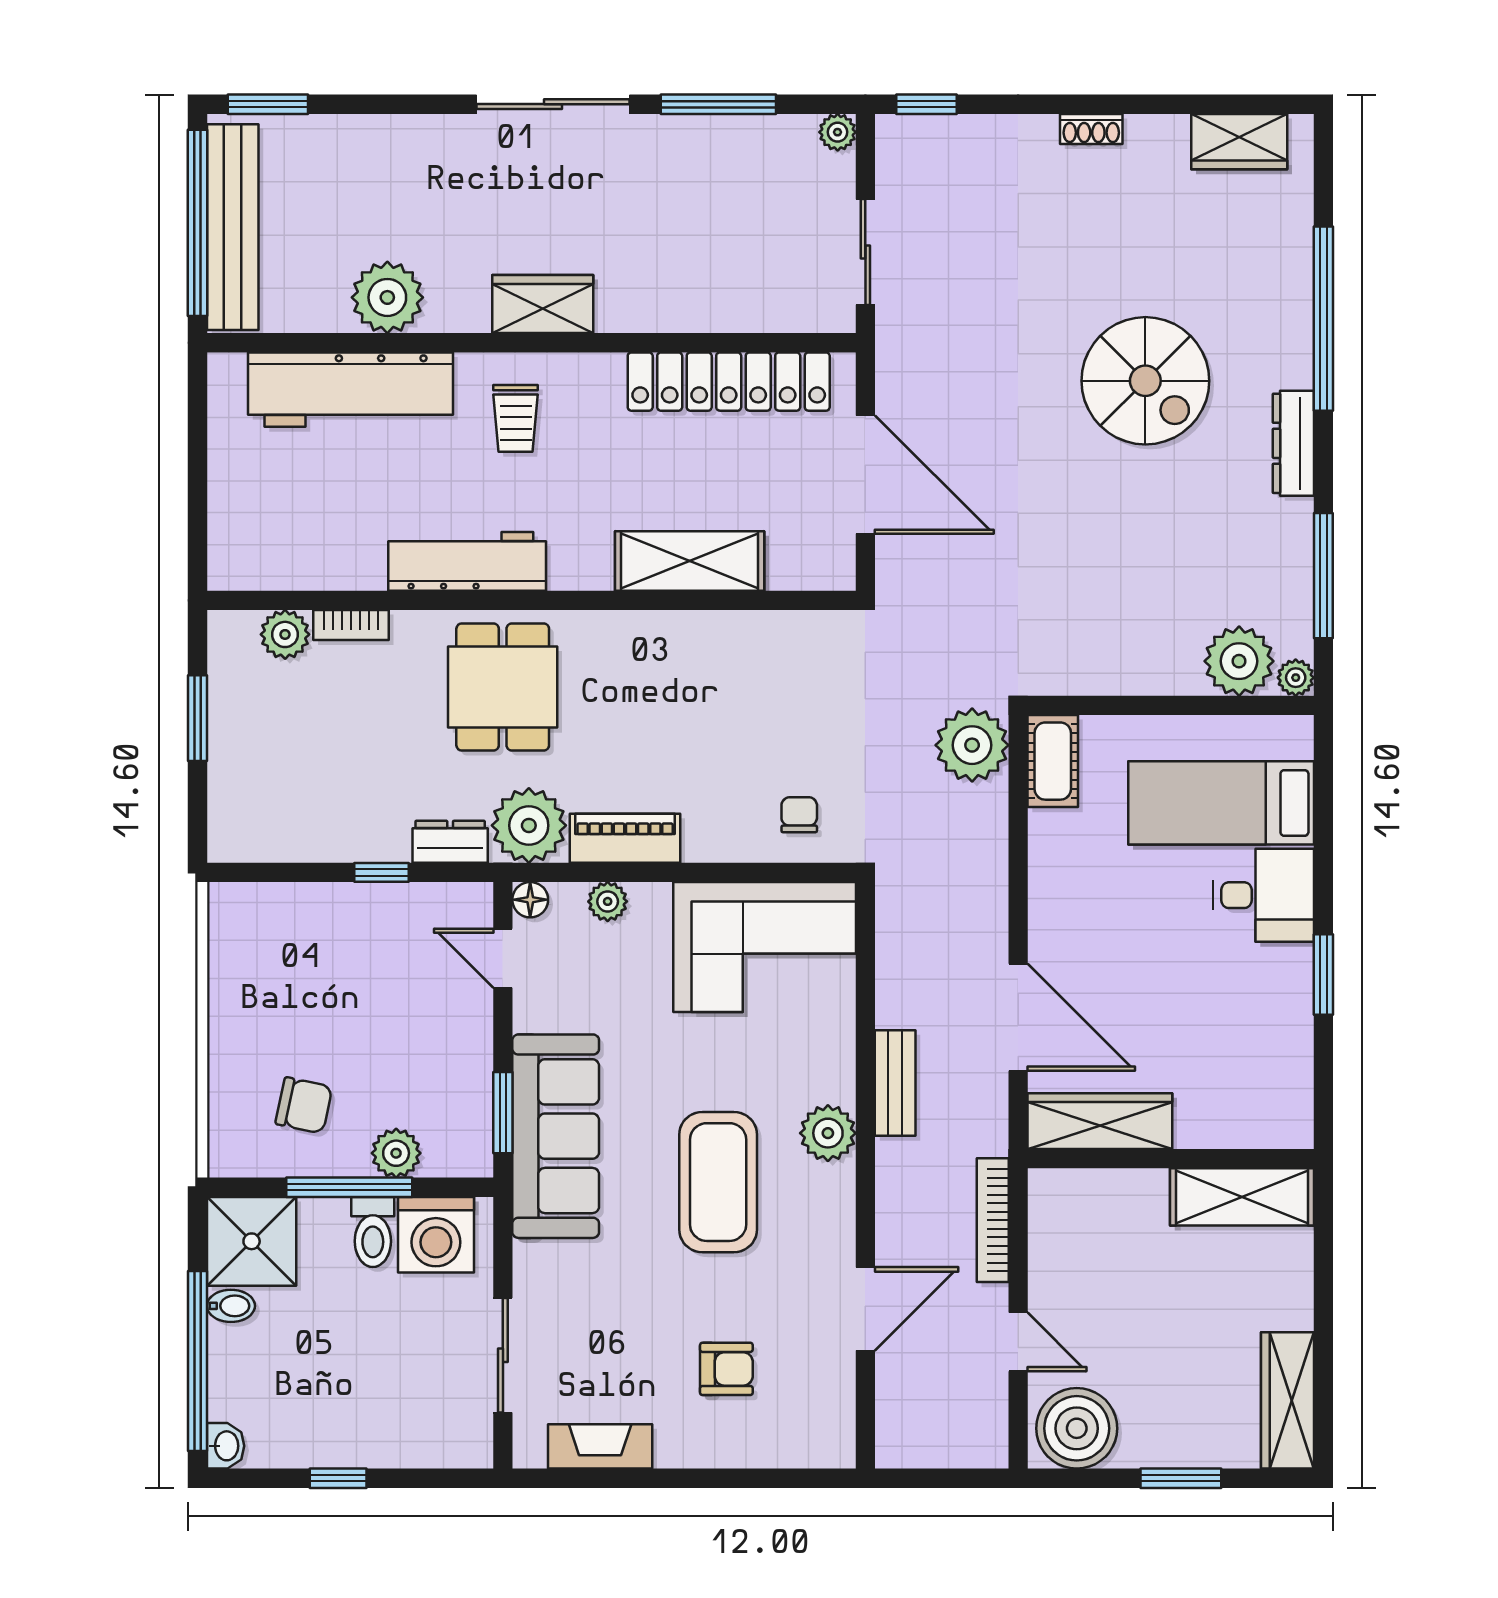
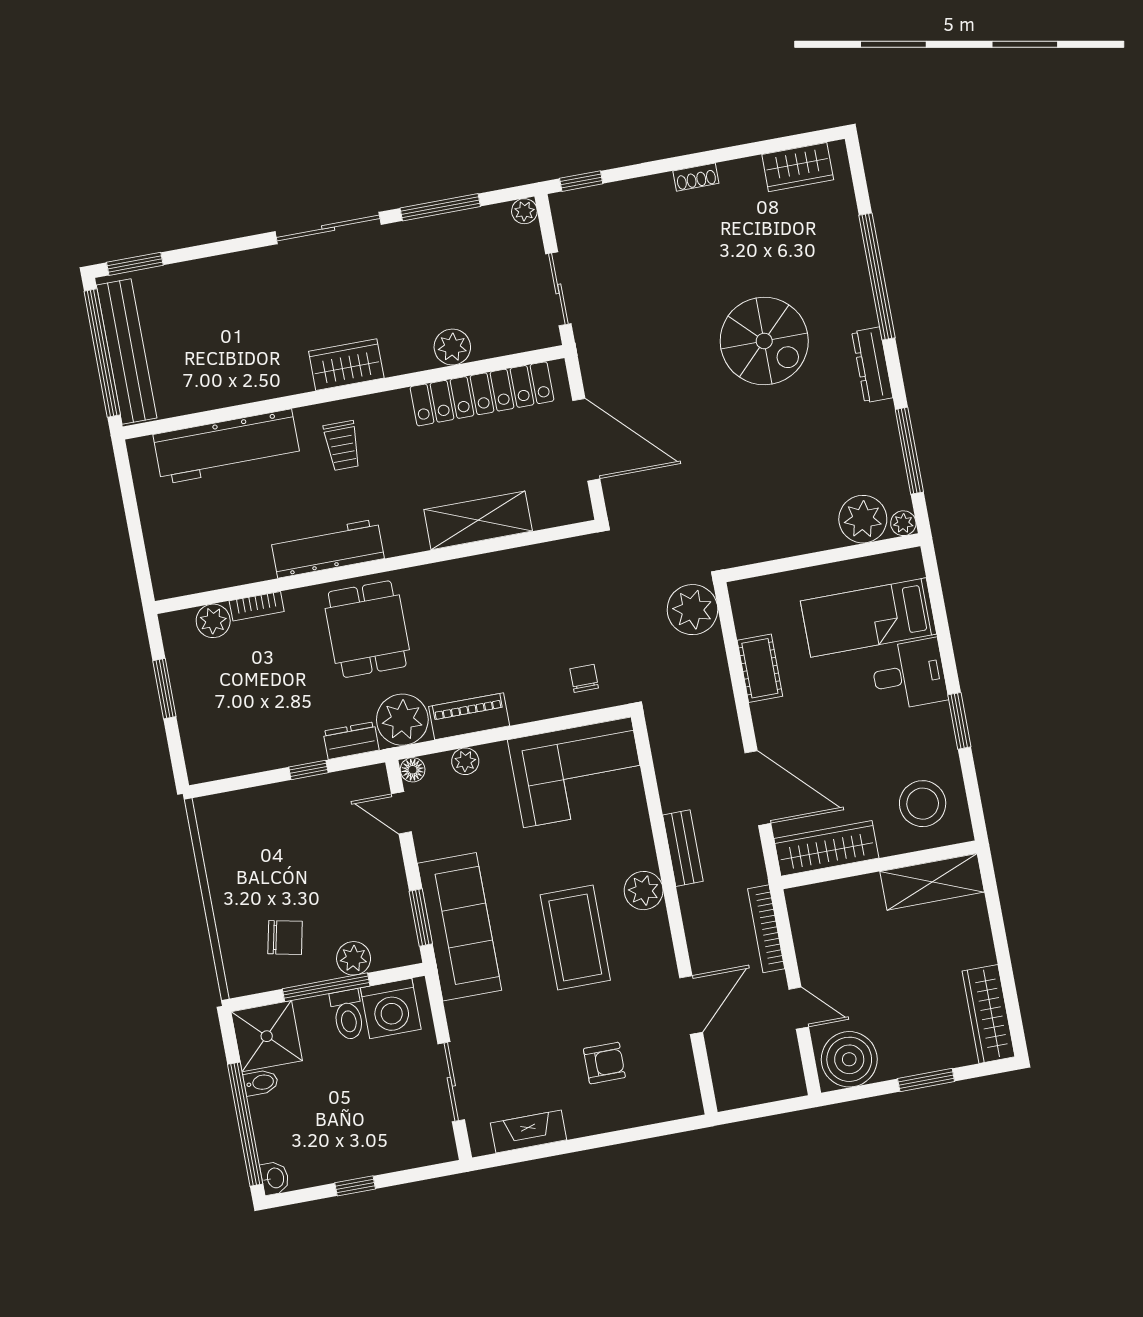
plant: (387, 297) -> (452, 347), moved, width x0.73, depth x0.73
cot: (1053, 761) -> (760, 668), moved
stool: (1249, 1083) -> (923, 804), added

